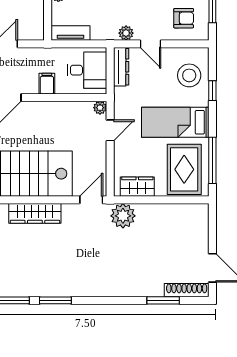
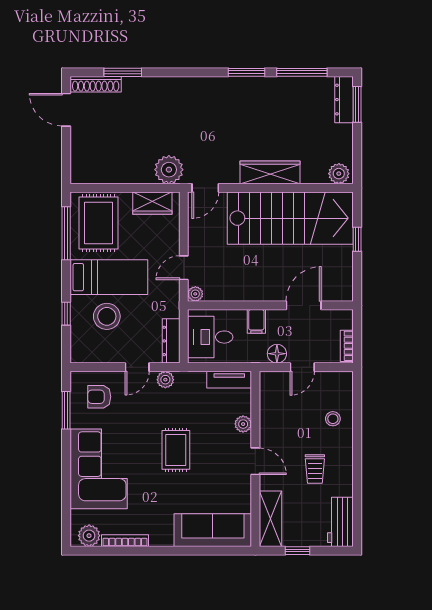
door: (151, 44) -> (137, 367), swing flipped
floor lamp: (29, 56) -> (277, 354), added
stool: (189, 75) -> (107, 316), moved

